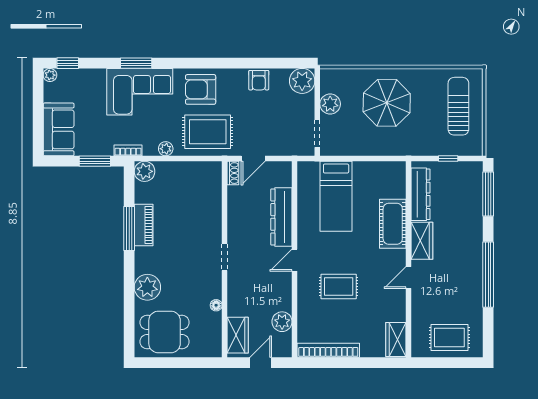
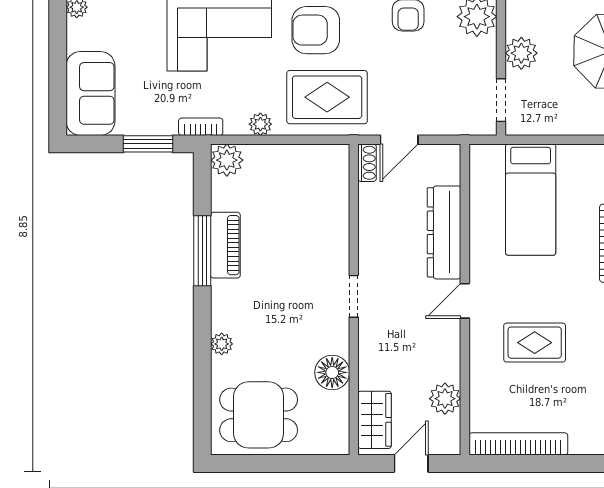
plant: (147, 287) -> (222, 344), width x0.53, depth x0.53
floor lamp: (216, 305) -> (332, 372), width x1.89, depth x1.89

